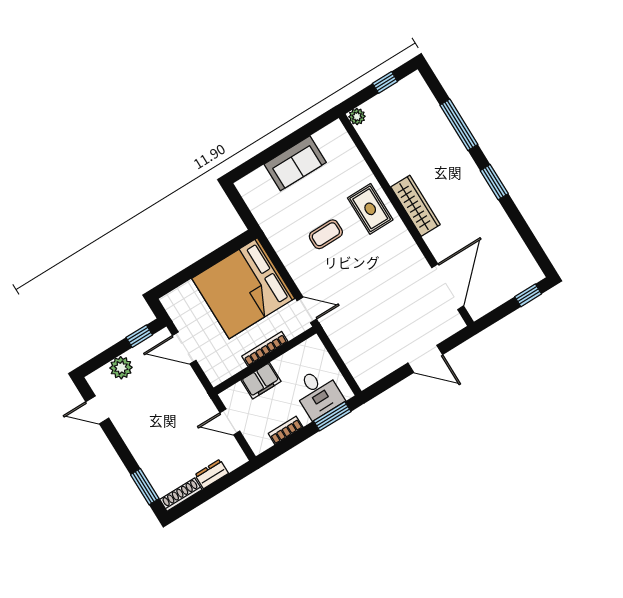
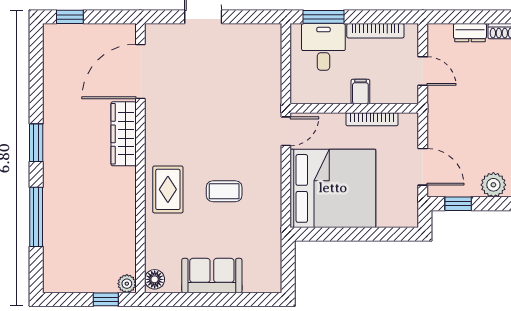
window: (385, 82) -> (106, 299), moved
floor lamp: (338, 133) -> (155, 279), added
wardrobe: (415, 206) -> (124, 134), moved
door: (307, 310) -> (286, 131), swing flipped
bookcase: (265, 349) -> (372, 119), moved
filing cabinet: (261, 381) -> (360, 92), width x0.50
bookcase: (286, 430) -> (375, 31), width x1.56

